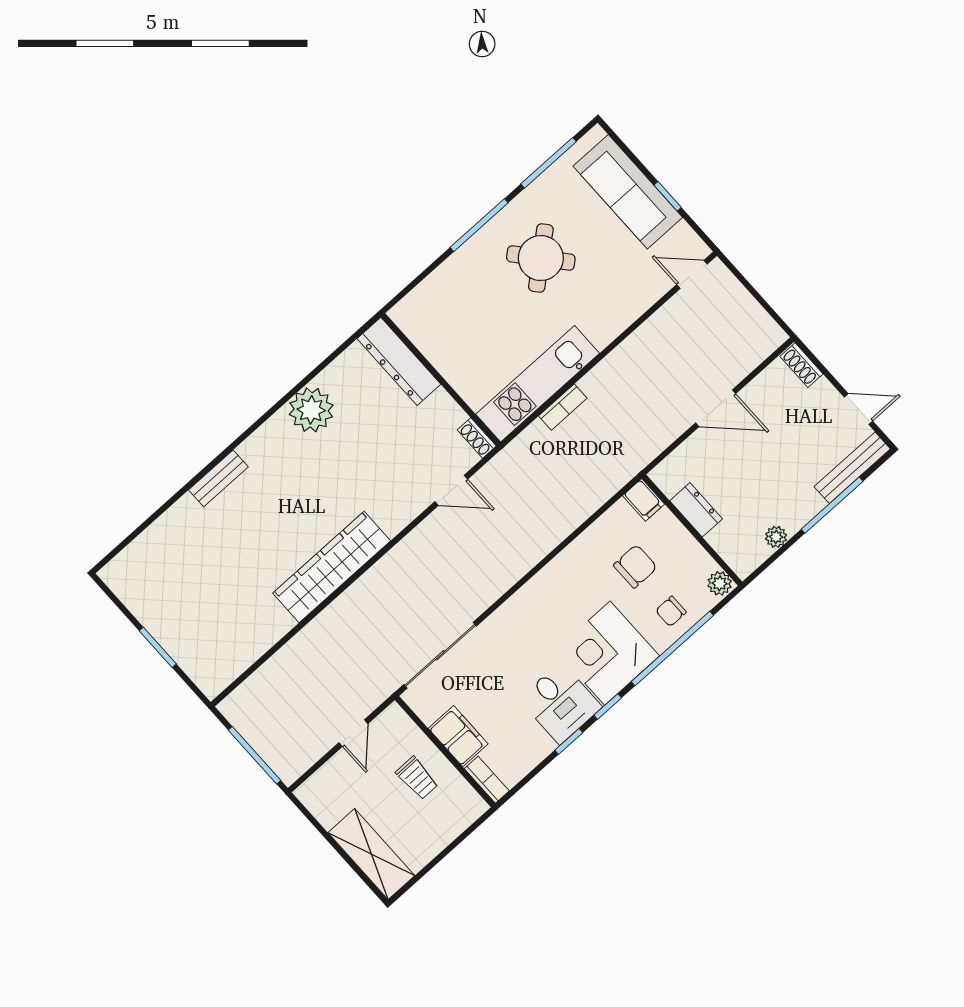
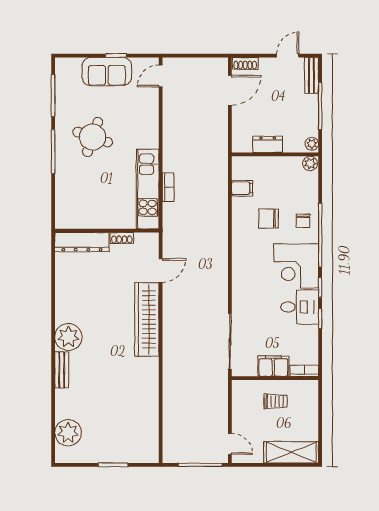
sofa: (628, 192) -> (107, 72), width x0.73
round table: (541, 258) -> (93, 137), turned -31
door: (716, 408) -> (230, 90), moved
plant: (311, 410) -> (68, 337), moved
shoe rack: (477, 438) -> (122, 238), moved
bench: (852, 468) -> (312, 75), width x0.73
dresser: (696, 510) -> (268, 144), moved
wall: (692, 530) -> (275, 154), moved
plant: (148, 556) -> (68, 433), added
chair: (635, 566) -> (269, 219), turned -89
wardrobe: (332, 567) -> (147, 319), moved
plant: (720, 583) -> (310, 163), moved
door: (353, 733) -> (230, 444), moved

